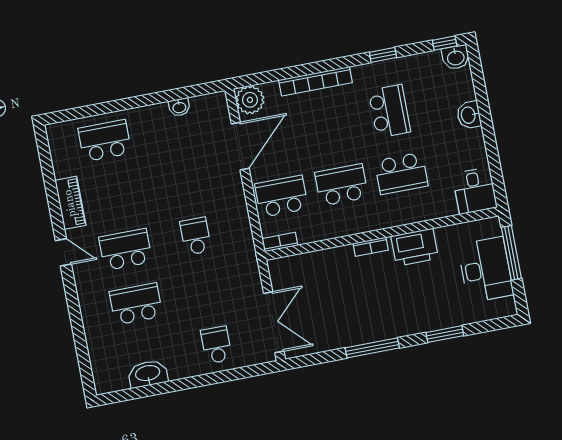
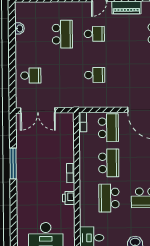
printer: (415, 247) -> (69, 198), width x0.53, depth x0.68
school desk: (126, 249) -> (94, 34), width x0.54
window: (445, 334) -> (13, 206), removed
washbasin: (148, 374) -> (19, 28), width x0.52, depth x0.69

